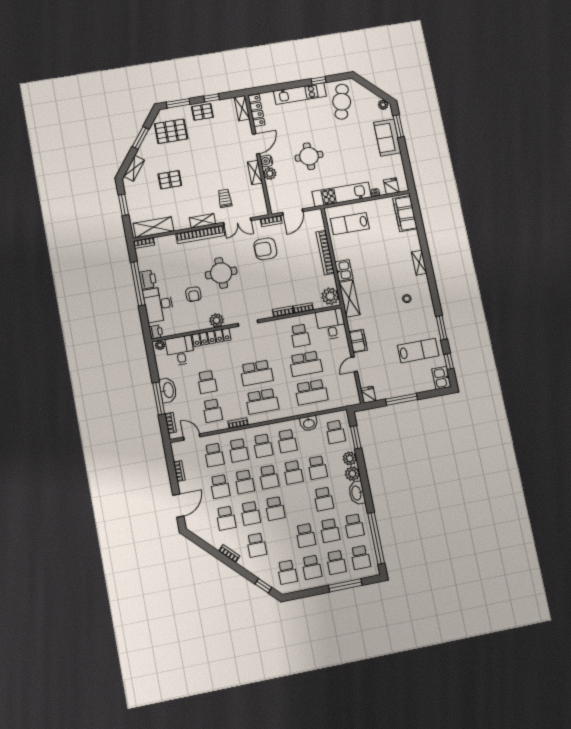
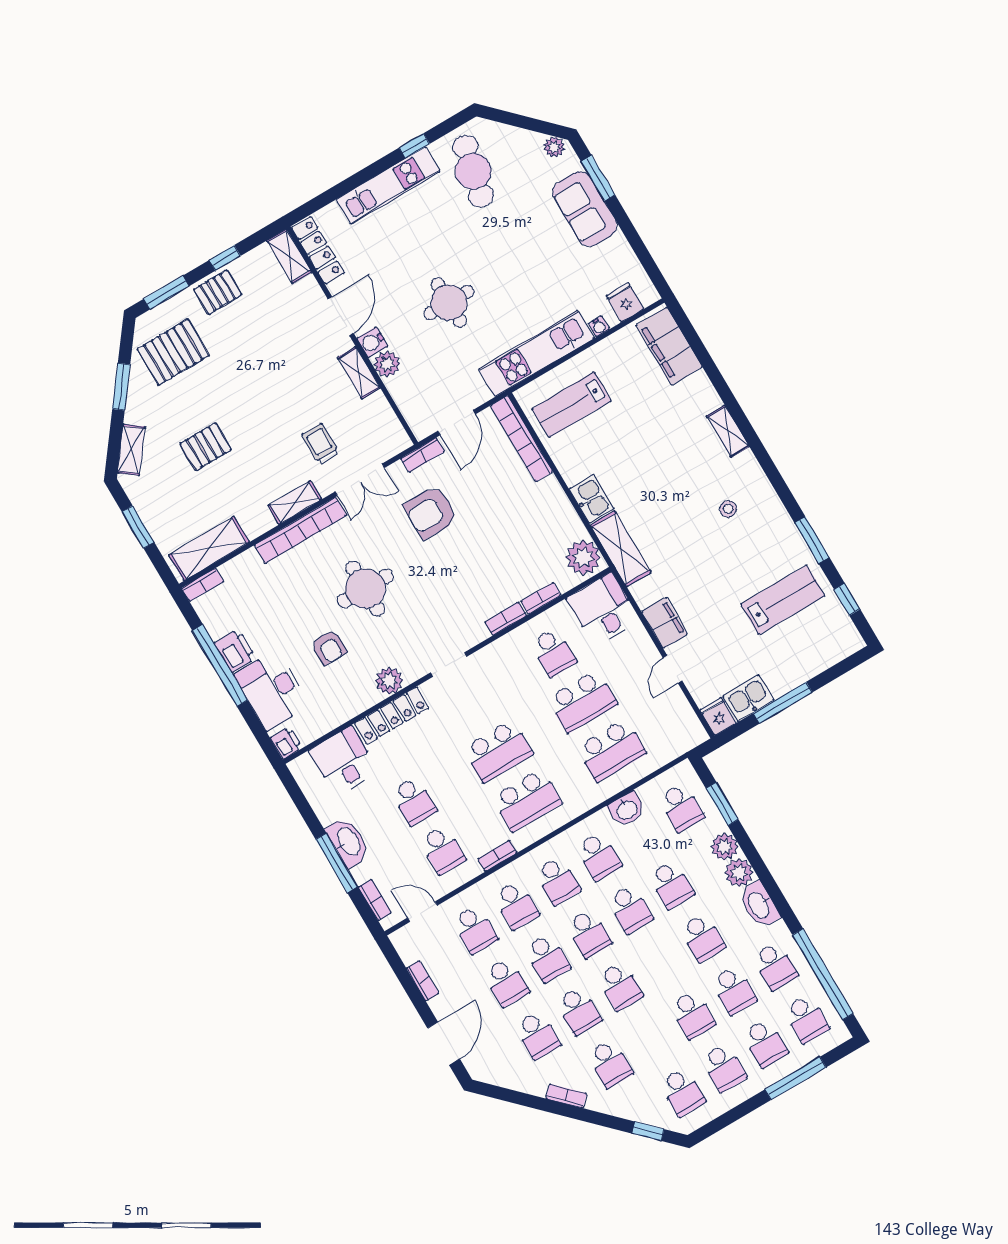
bookcase: (325, 253) -> (522, 439), moved
plant: (160, 345) -> (303, 765), removed
kitchen sink: (441, 378) -> (748, 698), moved, turned 90

